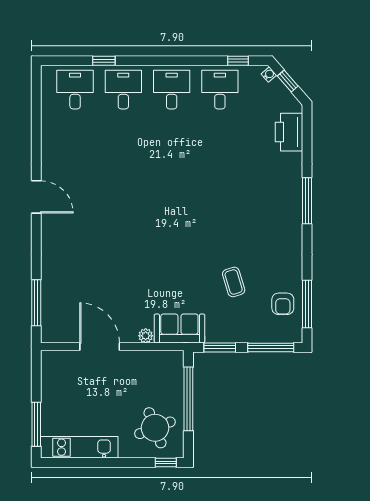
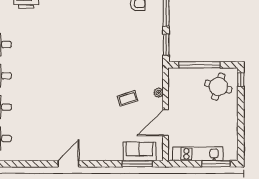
coffee table: (234, 282) -> (128, 98), moved
sofa: (179, 328) -> (139, 151), moved, turned 90
round table: (155, 428) -> (218, 87), turned 38
kitchen unit: (79, 447) -> (198, 154), moved, turned 90

